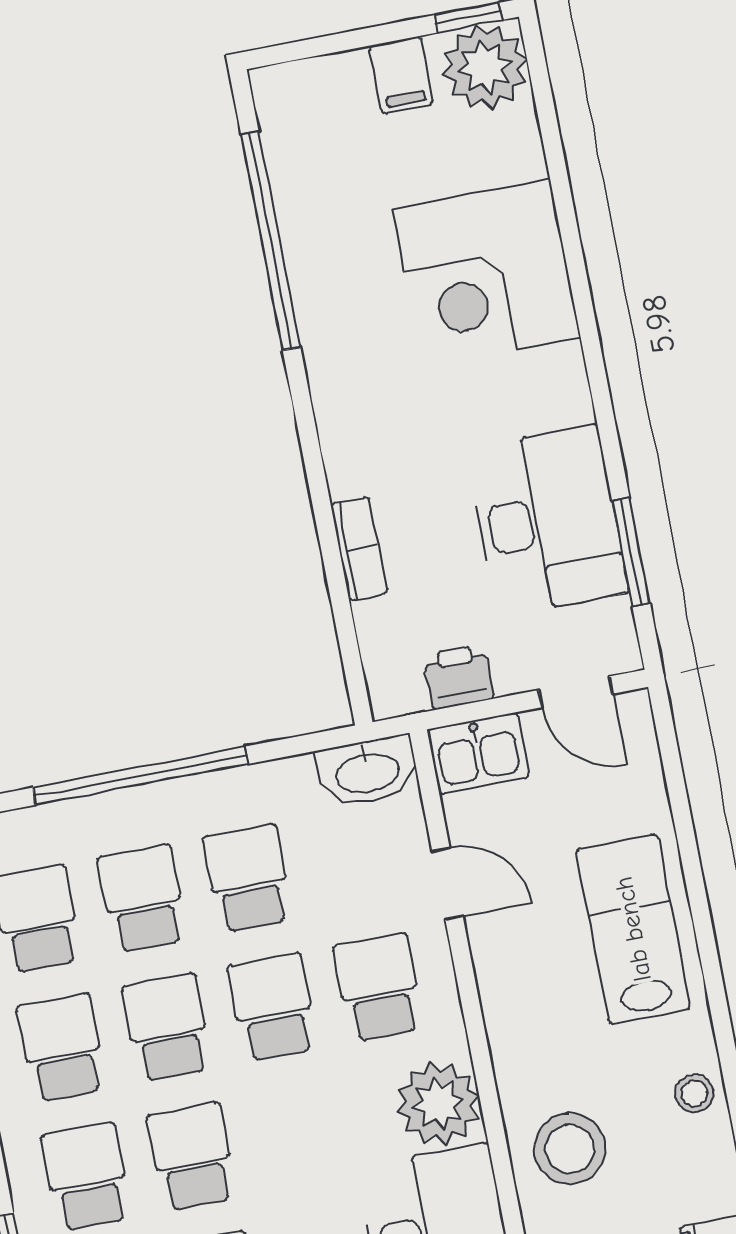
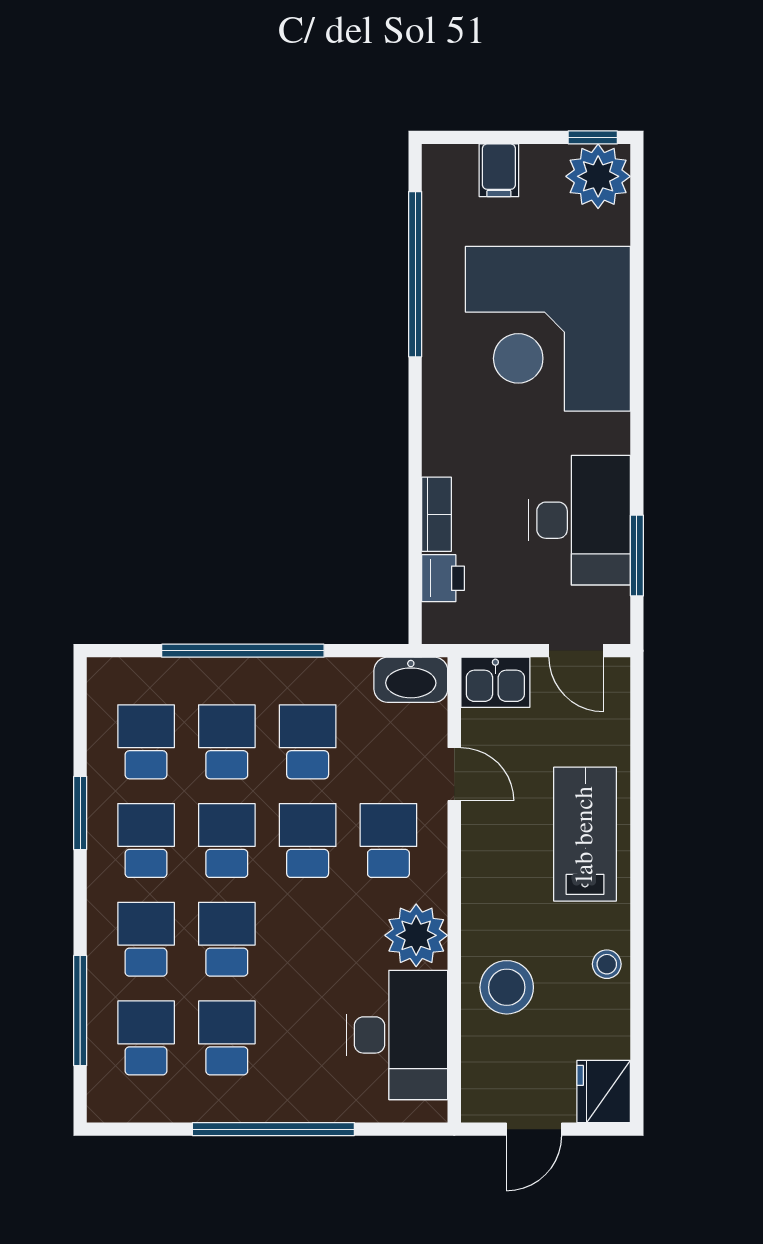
filing cabinet: (401, 75) -> (499, 170), moved
corner desk: (486, 273) -> (548, 329), width x1.36, depth x1.36
printer: (459, 677) -> (443, 578), moved, turned 90

